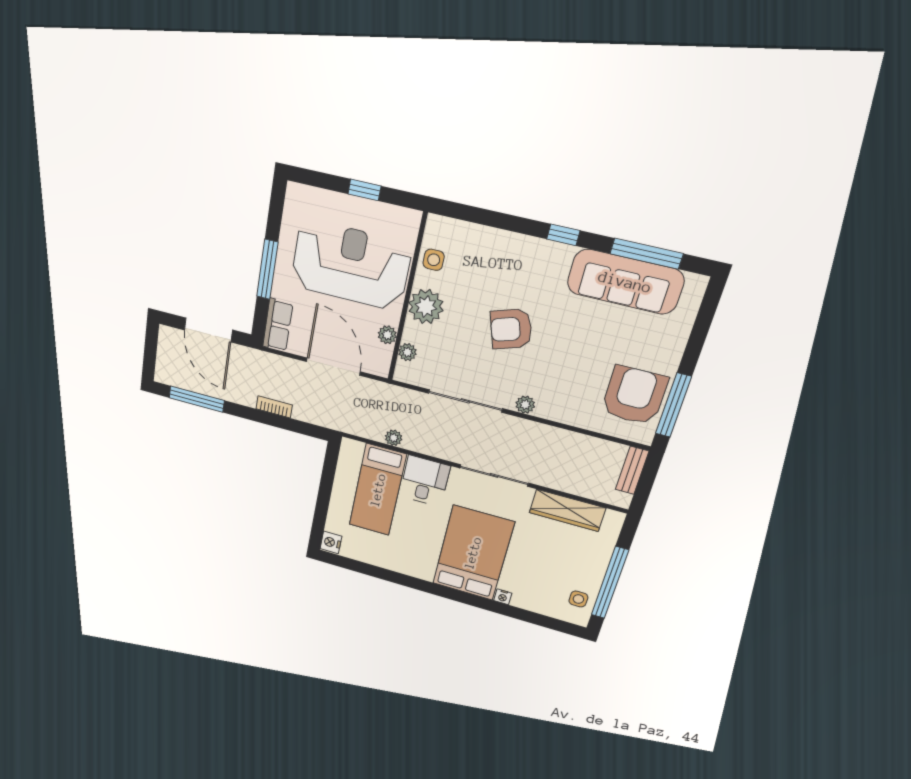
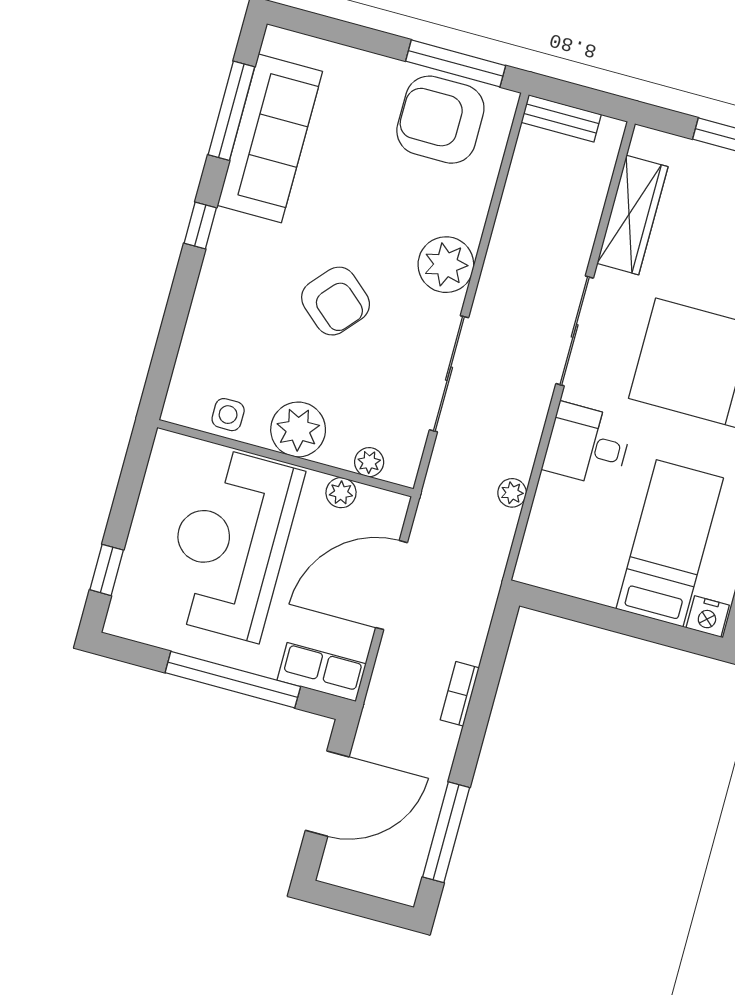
window: (364, 190) -> (107, 570), moved
window: (267, 269) -> (233, 680), width x1.46
armchair: (511, 329) -> (336, 301), turned -31
plant: (525, 405) -> (446, 265), width x1.88, depth x1.88
bed: (378, 490) -> (670, 543), moved, turned -90

